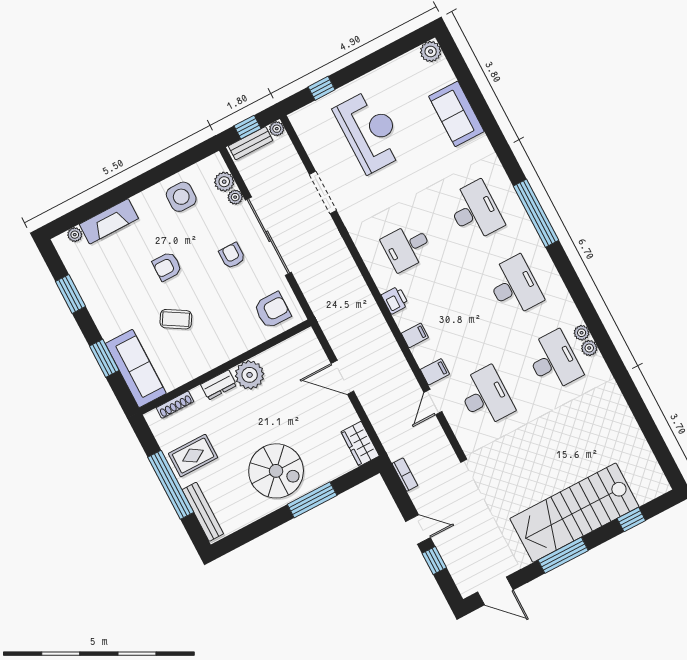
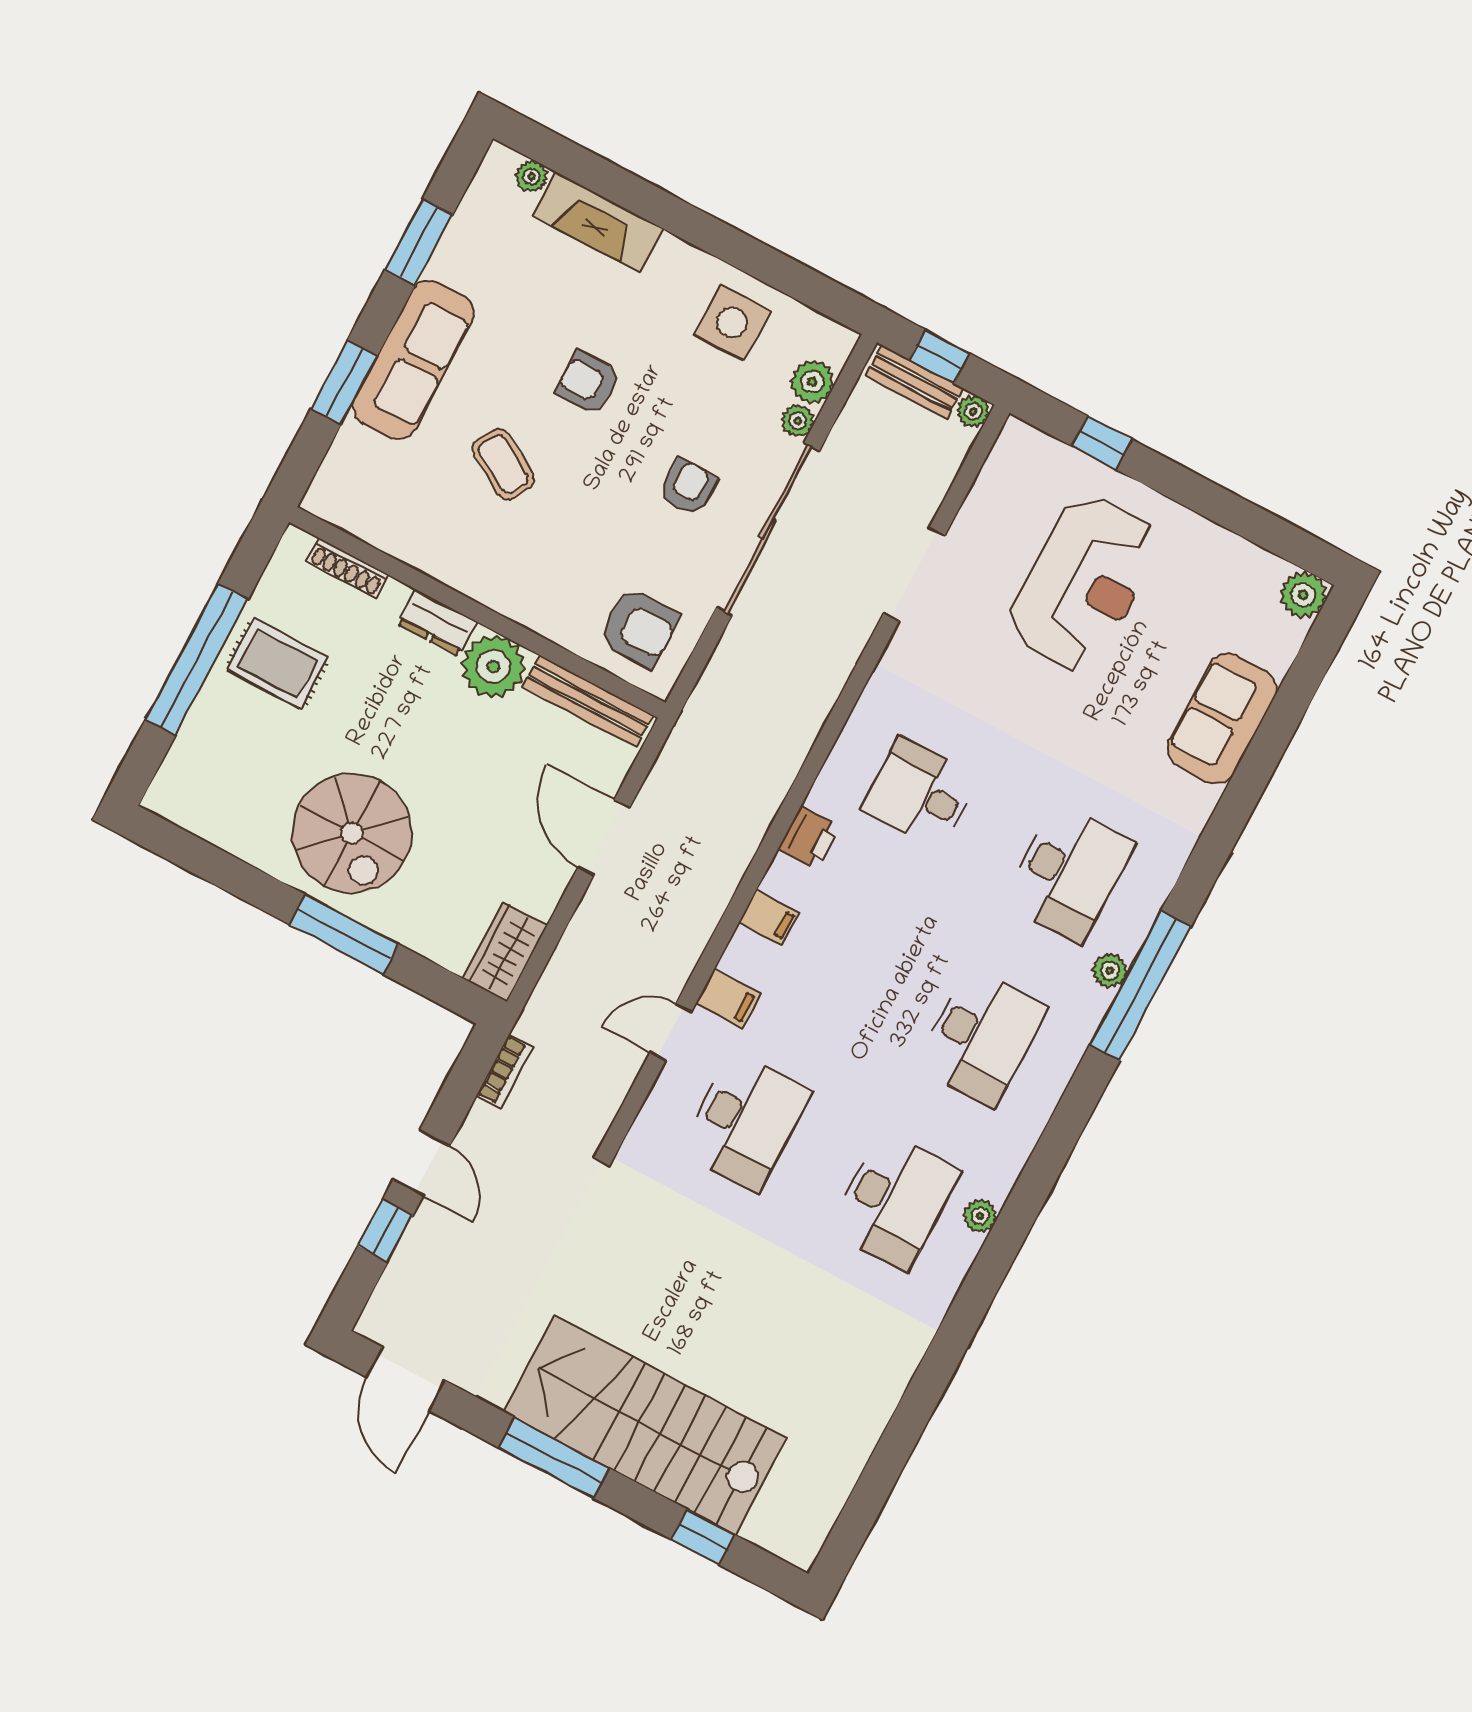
plant: (589, 348) -> (1110, 971), moved
sofa: (136, 368) -> (414, 360), moved
bench: (203, 512) -> (588, 701), moved, turned 90

